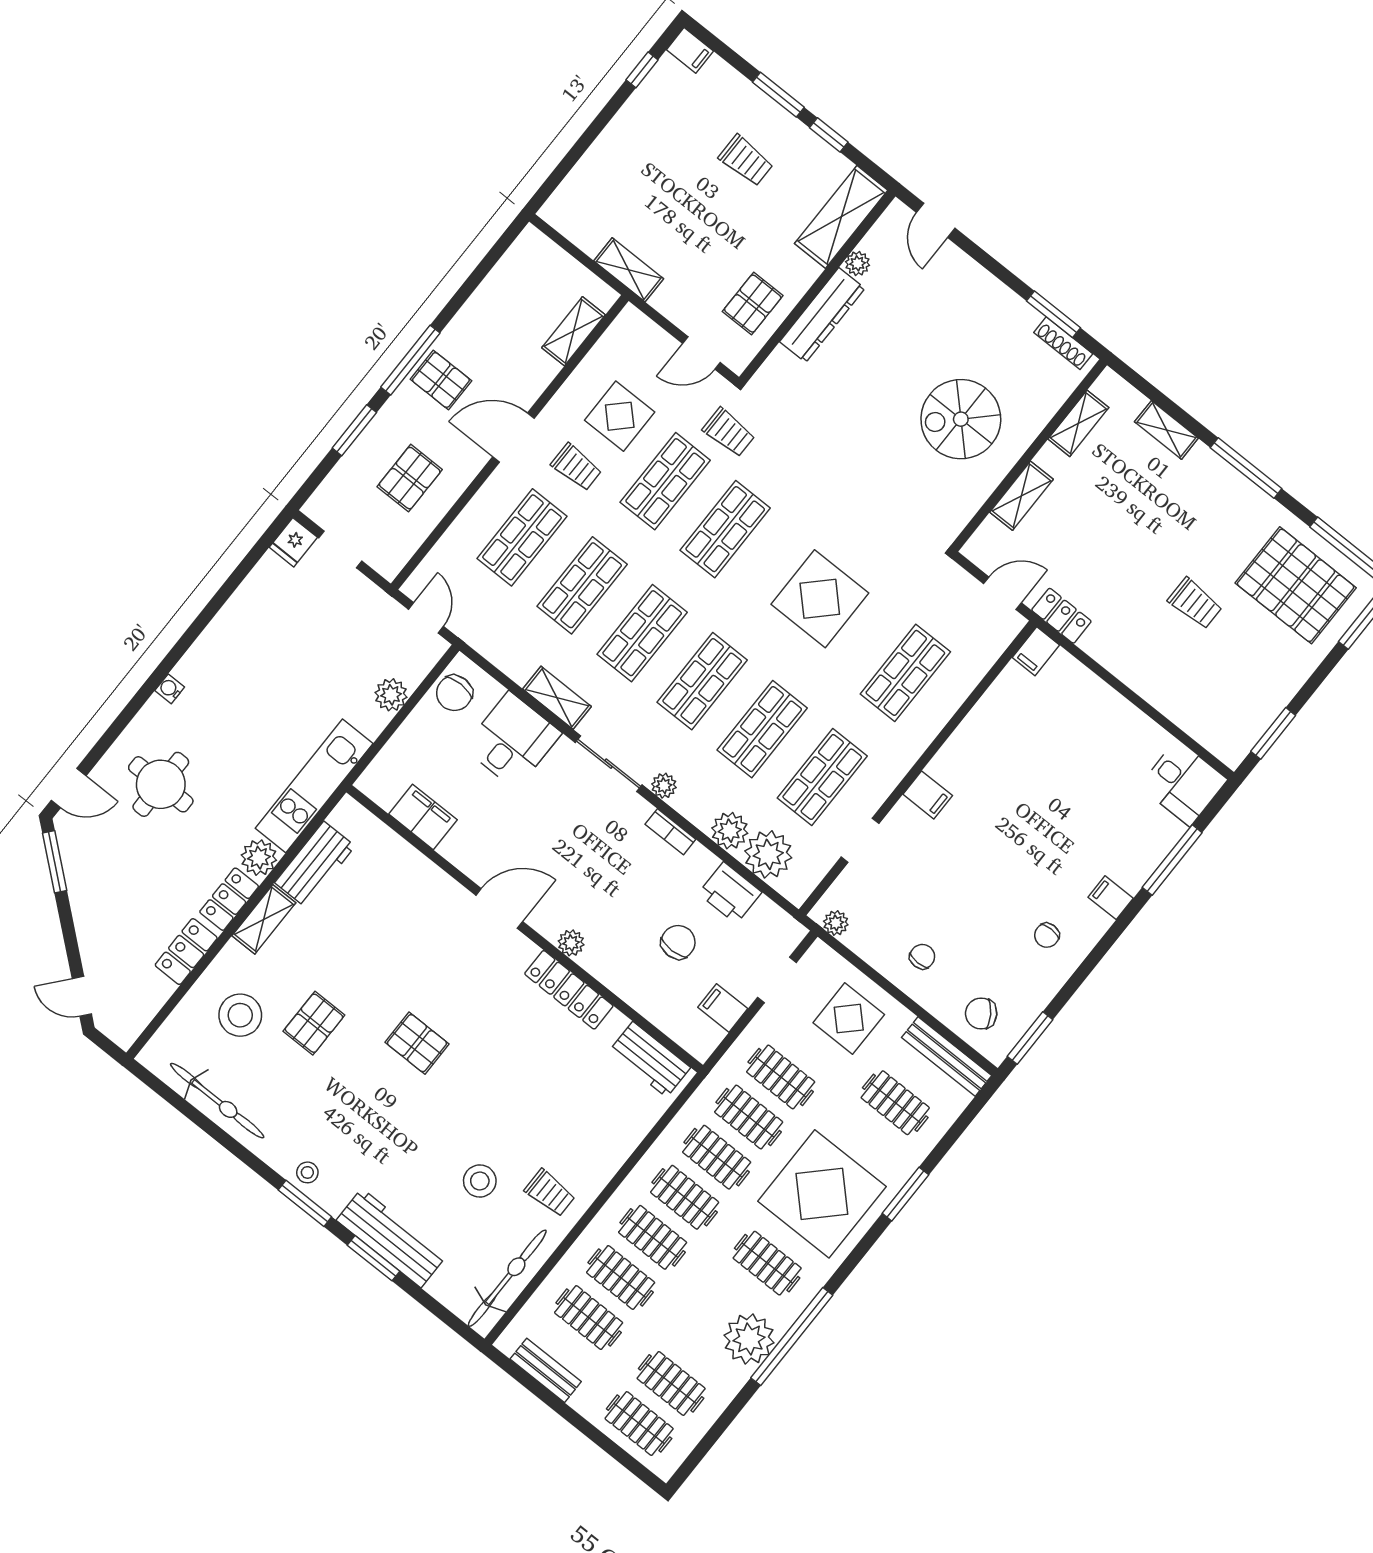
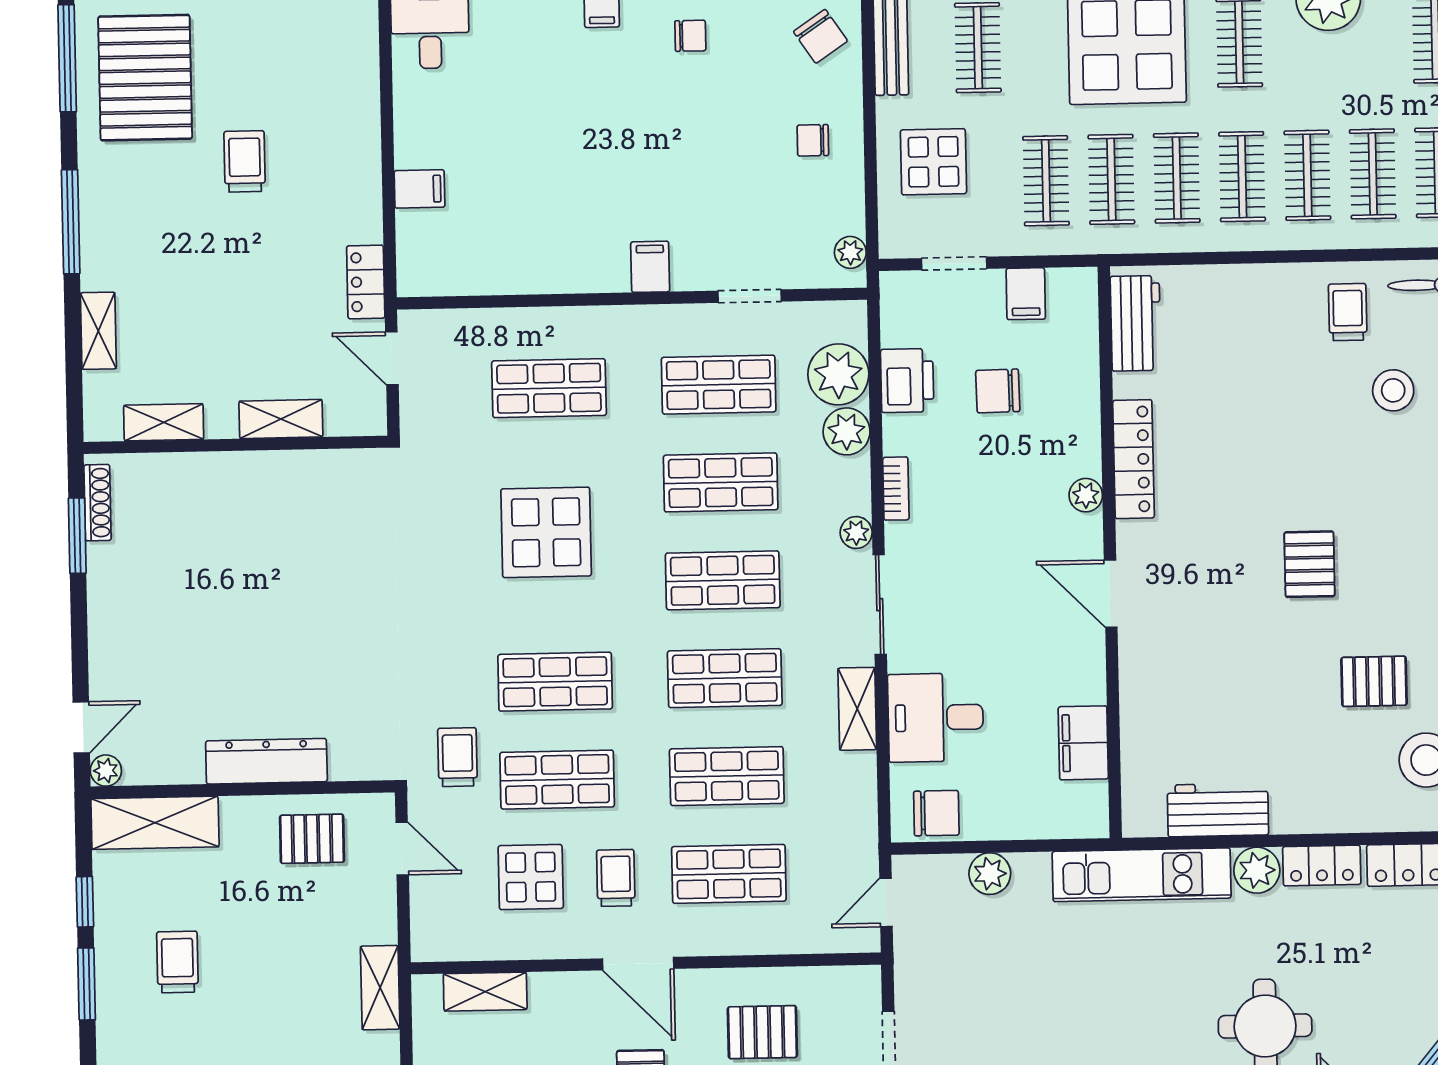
plant: (858, 263) -> (106, 771), moved
spiral stairs: (961, 419) -> (255, 541), removed
filing cabinet: (1036, 651) -> (419, 189), moved
shelving: (264, 919) -> (1313, 815), removed

